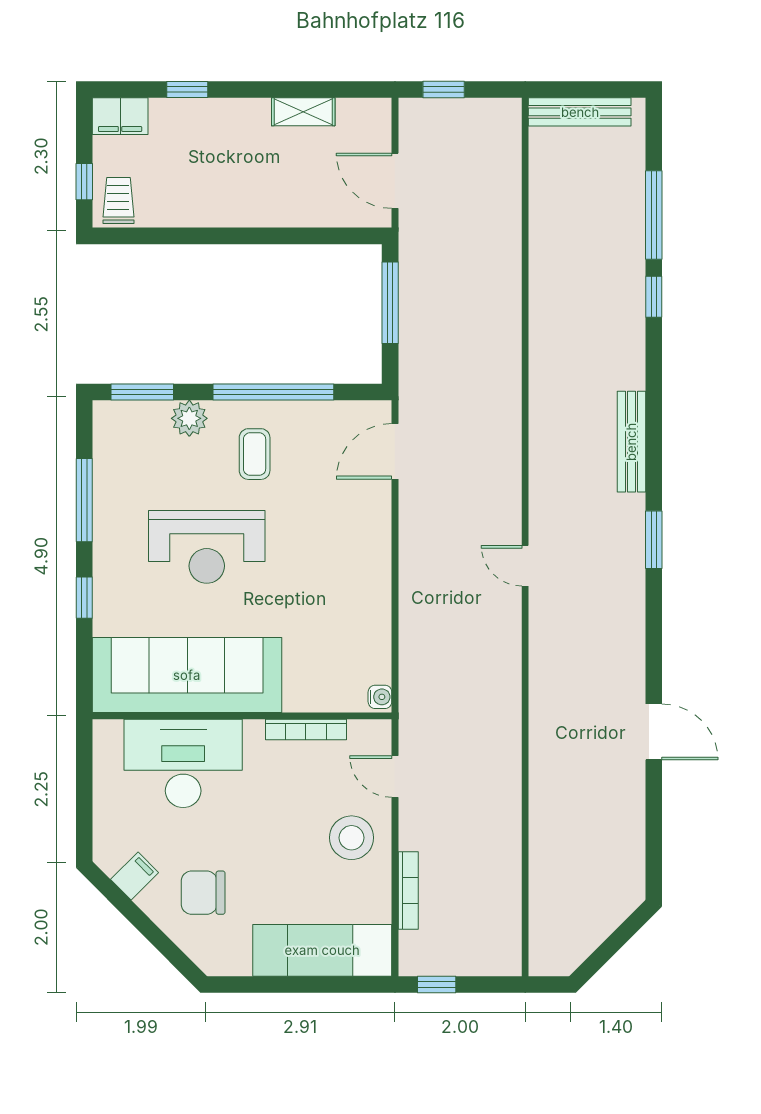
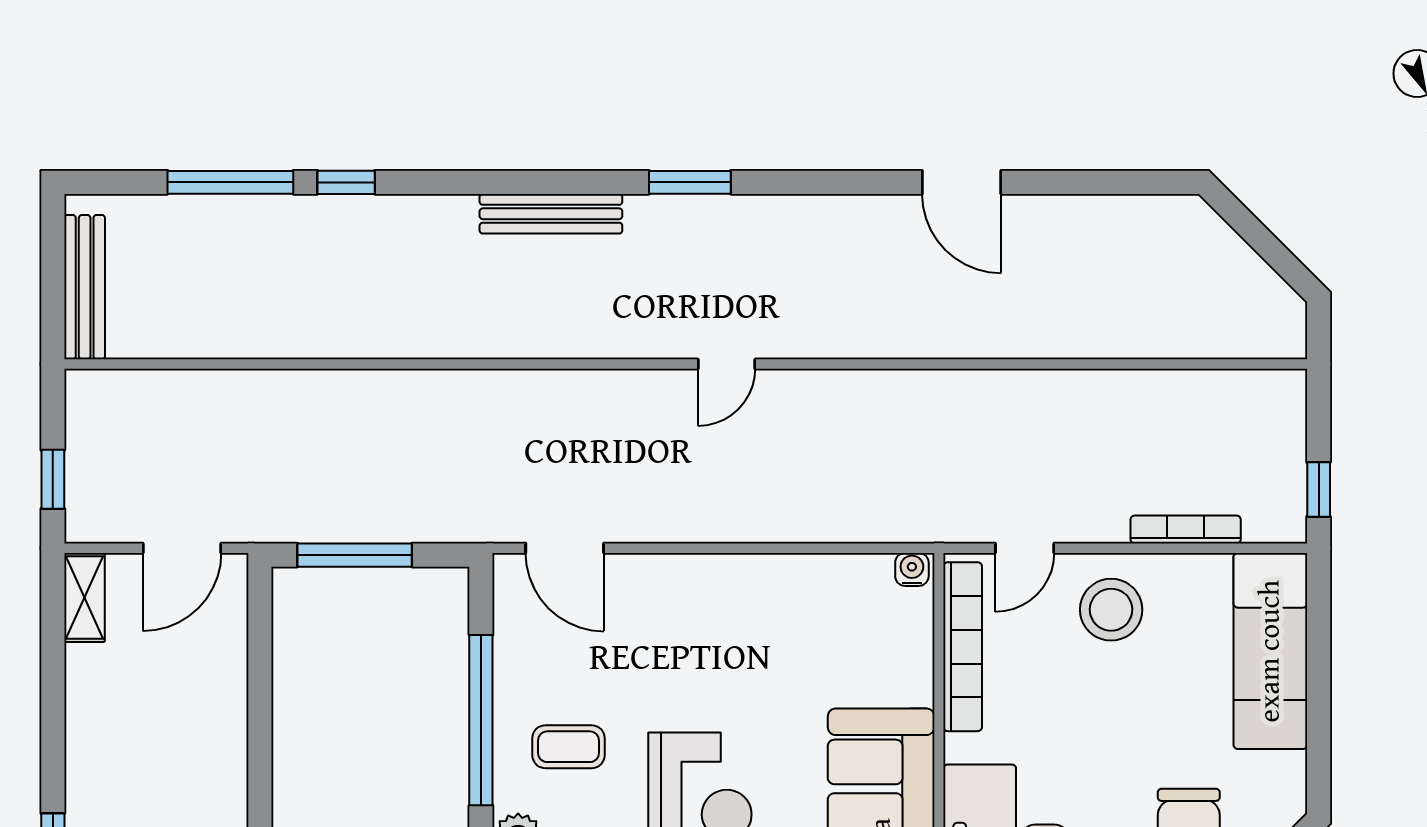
shelving: (303, 112) -> (84, 597), moved
bookcase: (306, 730) -> (963, 647), width x1.48, depth x1.31
door: (654, 732) -> (962, 182), swing flipped

